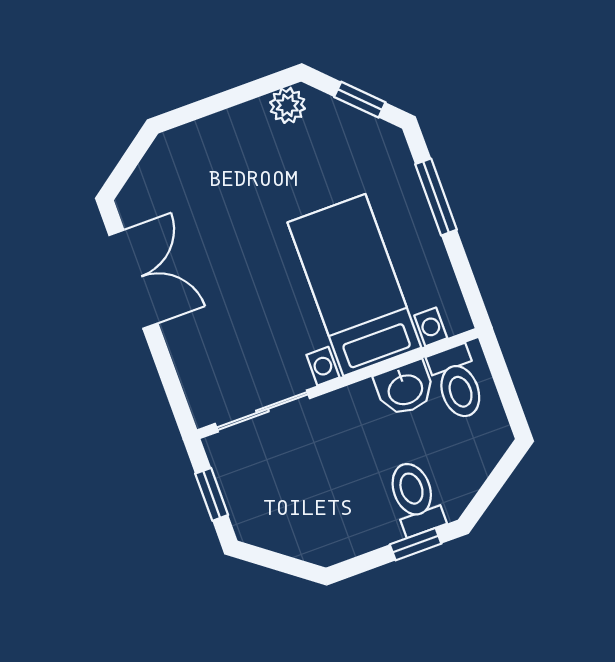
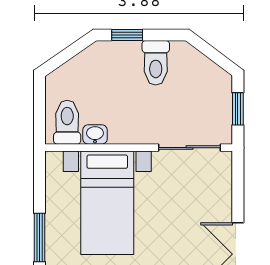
washbasin: (405, 389) -> (95, 134), width x0.72, depth x0.69
toilet: (415, 498) -> (156, 63), moved

